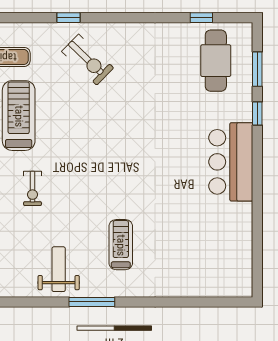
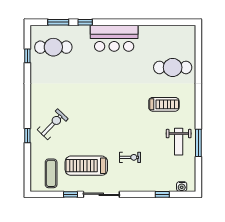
treadmill: (121, 245) -> (164, 104), turned 180
cafe table: (182, 259) -> (173, 67), added
weight bench: (59, 269) -> (179, 142), turned -90
window: (92, 302) -> (198, 143), moved

